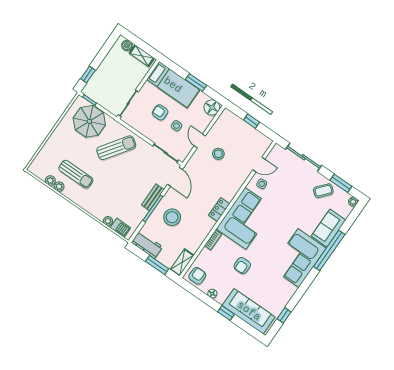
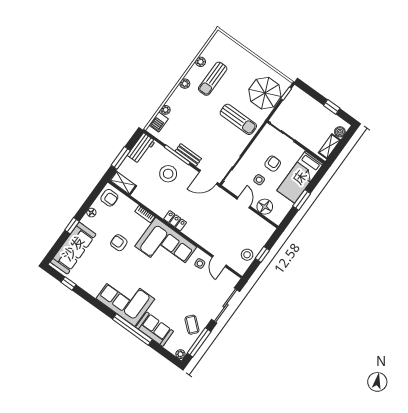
window: (88, 75) -> (332, 107), moved
floor lamp: (212, 107) -> (265, 207), moved
door: (200, 141) -> (244, 203), hinge flipped
sun lounger: (116, 148) -> (238, 119), turned -35
stool: (218, 154) -> (247, 255), moved
plant: (50, 180) -> (185, 84), moved
window: (341, 183) -> (199, 342), width x1.44

